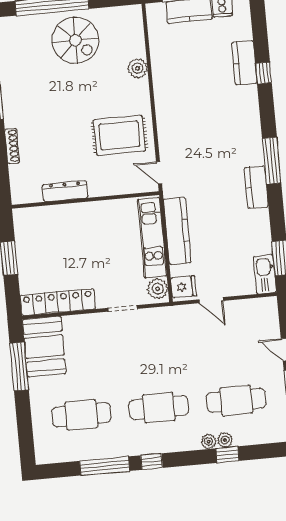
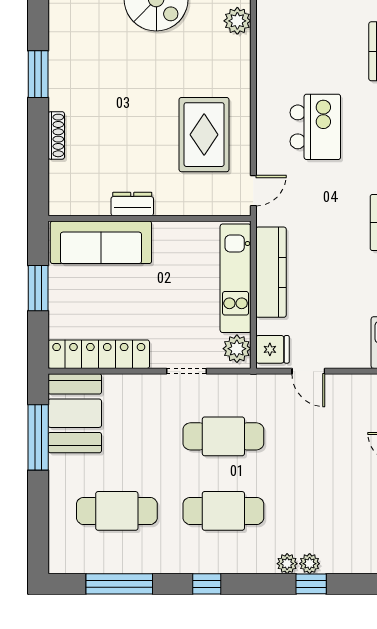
plant: (138, 68) -> (237, 21), moved
kitchen island: (200, 122) -> (315, 127), added
rug: (119, 135) -> (204, 135), turned 90
door: (159, 173) -> (253, 191), swing flipped
dresser: (65, 191) -> (132, 204), width x0.70
sofa: (52, 221) -> (101, 242), added
cafe table: (236, 400) -> (223, 436), moved
window: (105, 466) -> (119, 584), moved

